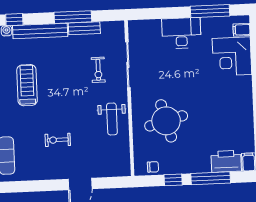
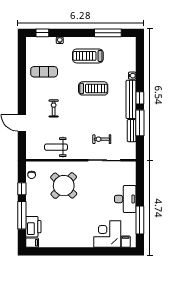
window: (14, 20) -> (140, 98), moved
weight bench: (112, 119) -> (56, 147), moved
round table: (166, 121) -> (64, 186), turned -31

